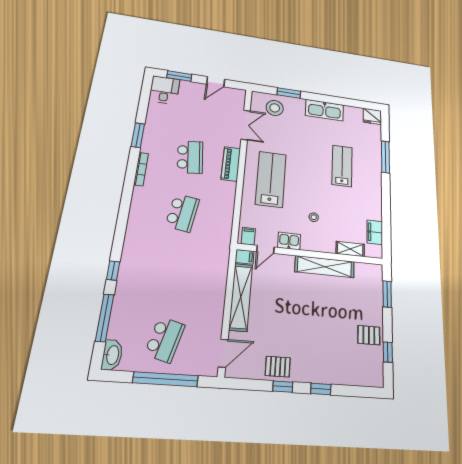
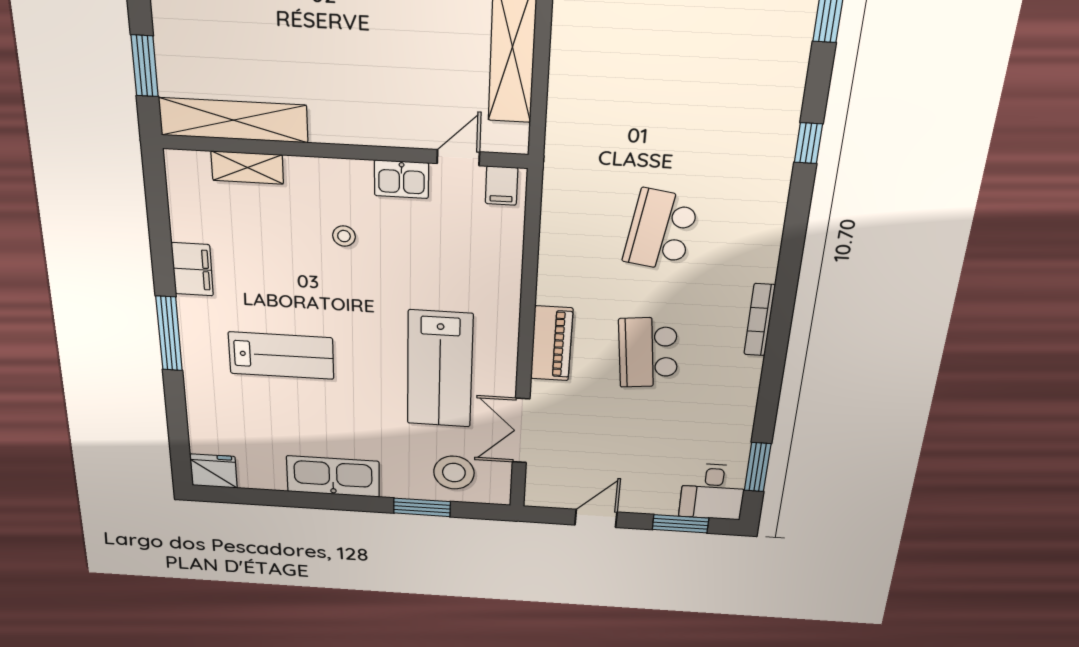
window: (138, 135) -> (758, 467), moved
window: (385, 157) -> (169, 334), moved
lab bench: (342, 166) -> (281, 356), turned -90
lab bench: (271, 179) -> (440, 369), moved
filing cabinet: (375, 232) -> (192, 269), moved
filing cabinet: (245, 257) -> (508, 139), removed
shelving: (325, 267) -> (233, 120), moved
window: (113, 271) -> (808, 143), moved

